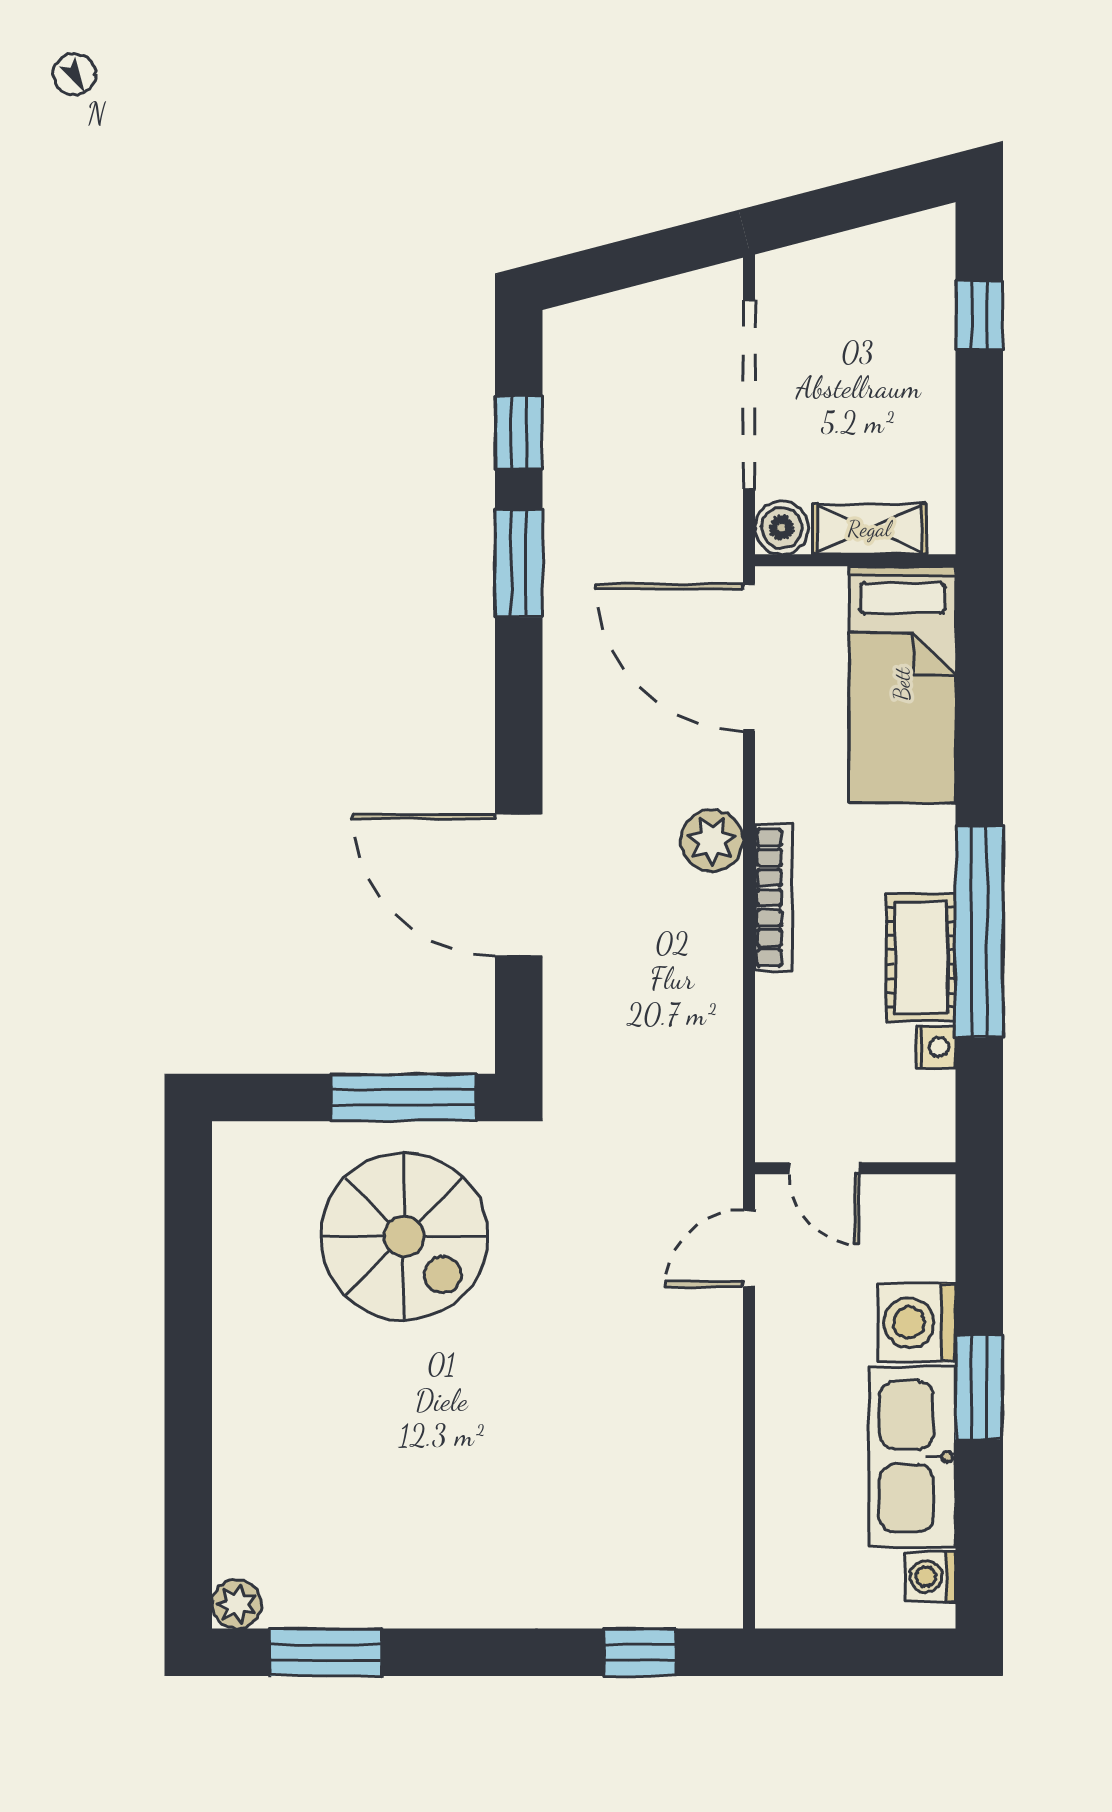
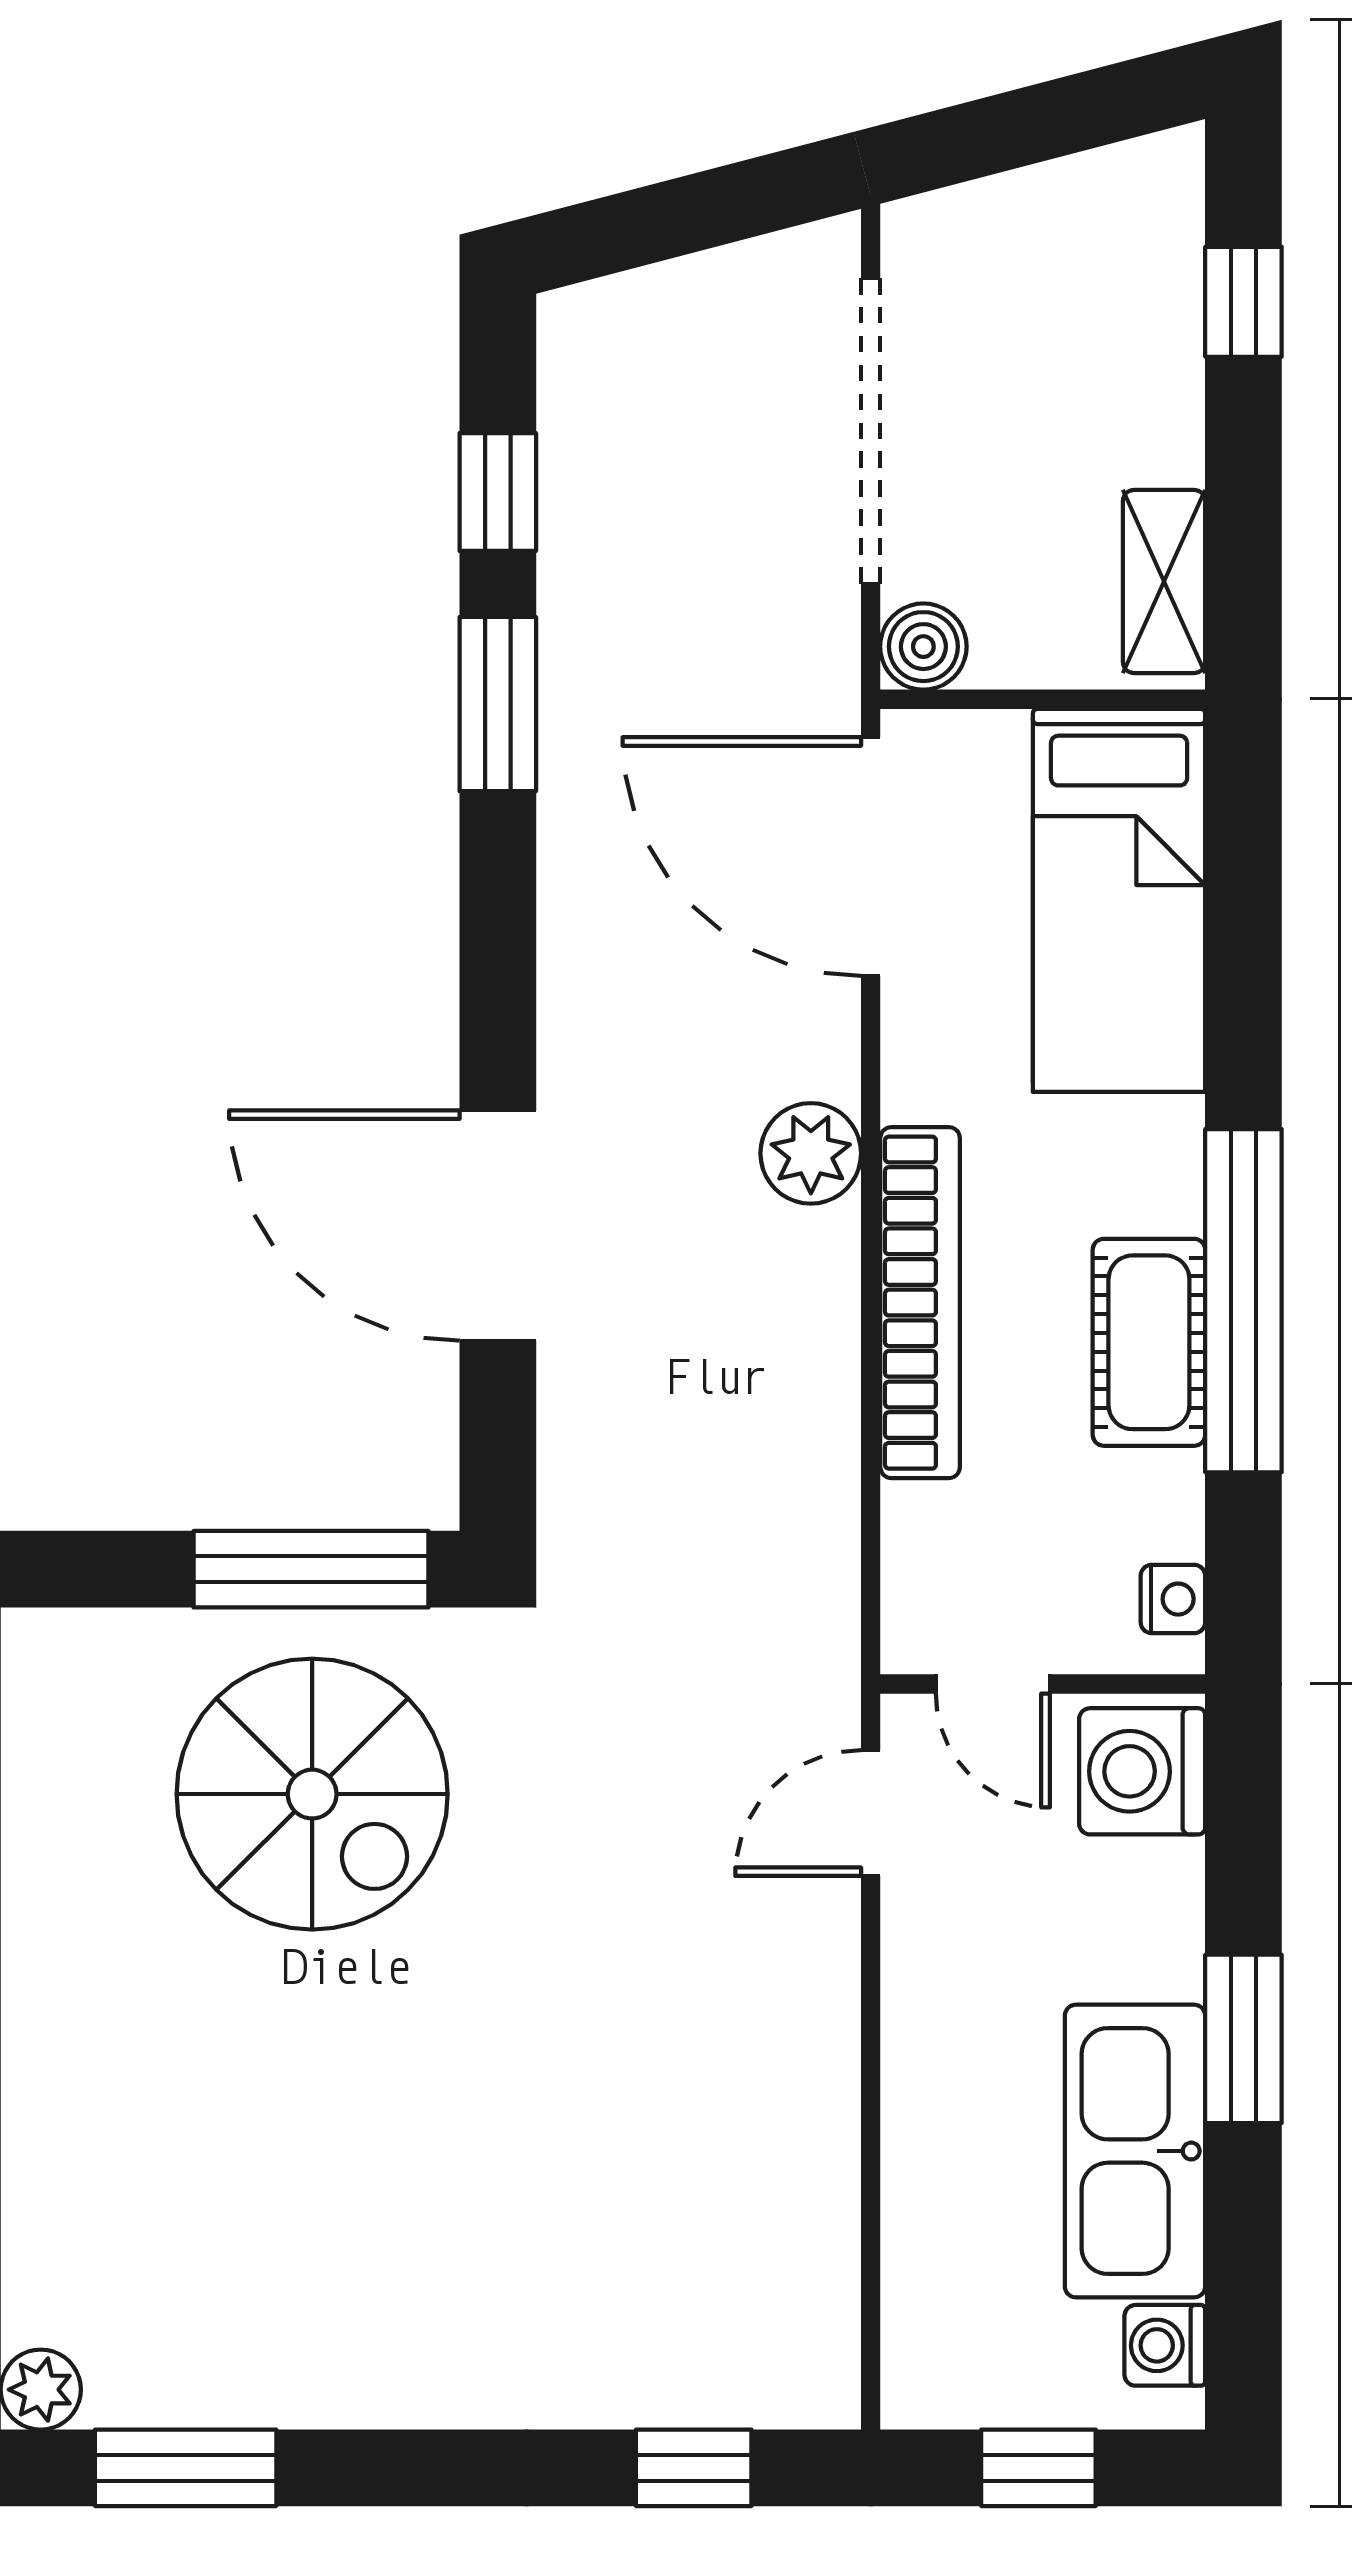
shelving: (869, 529) -> (1164, 581), moved, turned 90
bookcase: (774, 898) -> (920, 1303), width x1.48, depth x1.31
nightstand: (936, 1047) -> (1173, 1599), moved
washing machine: (917, 1323) -> (1142, 1771), moved
window: (853, 1652) -> (1038, 2468), added

